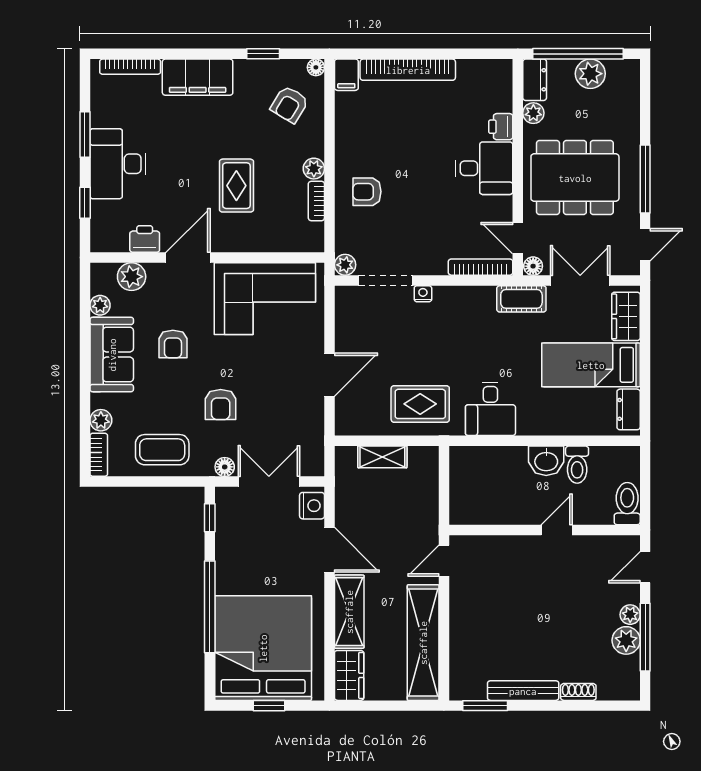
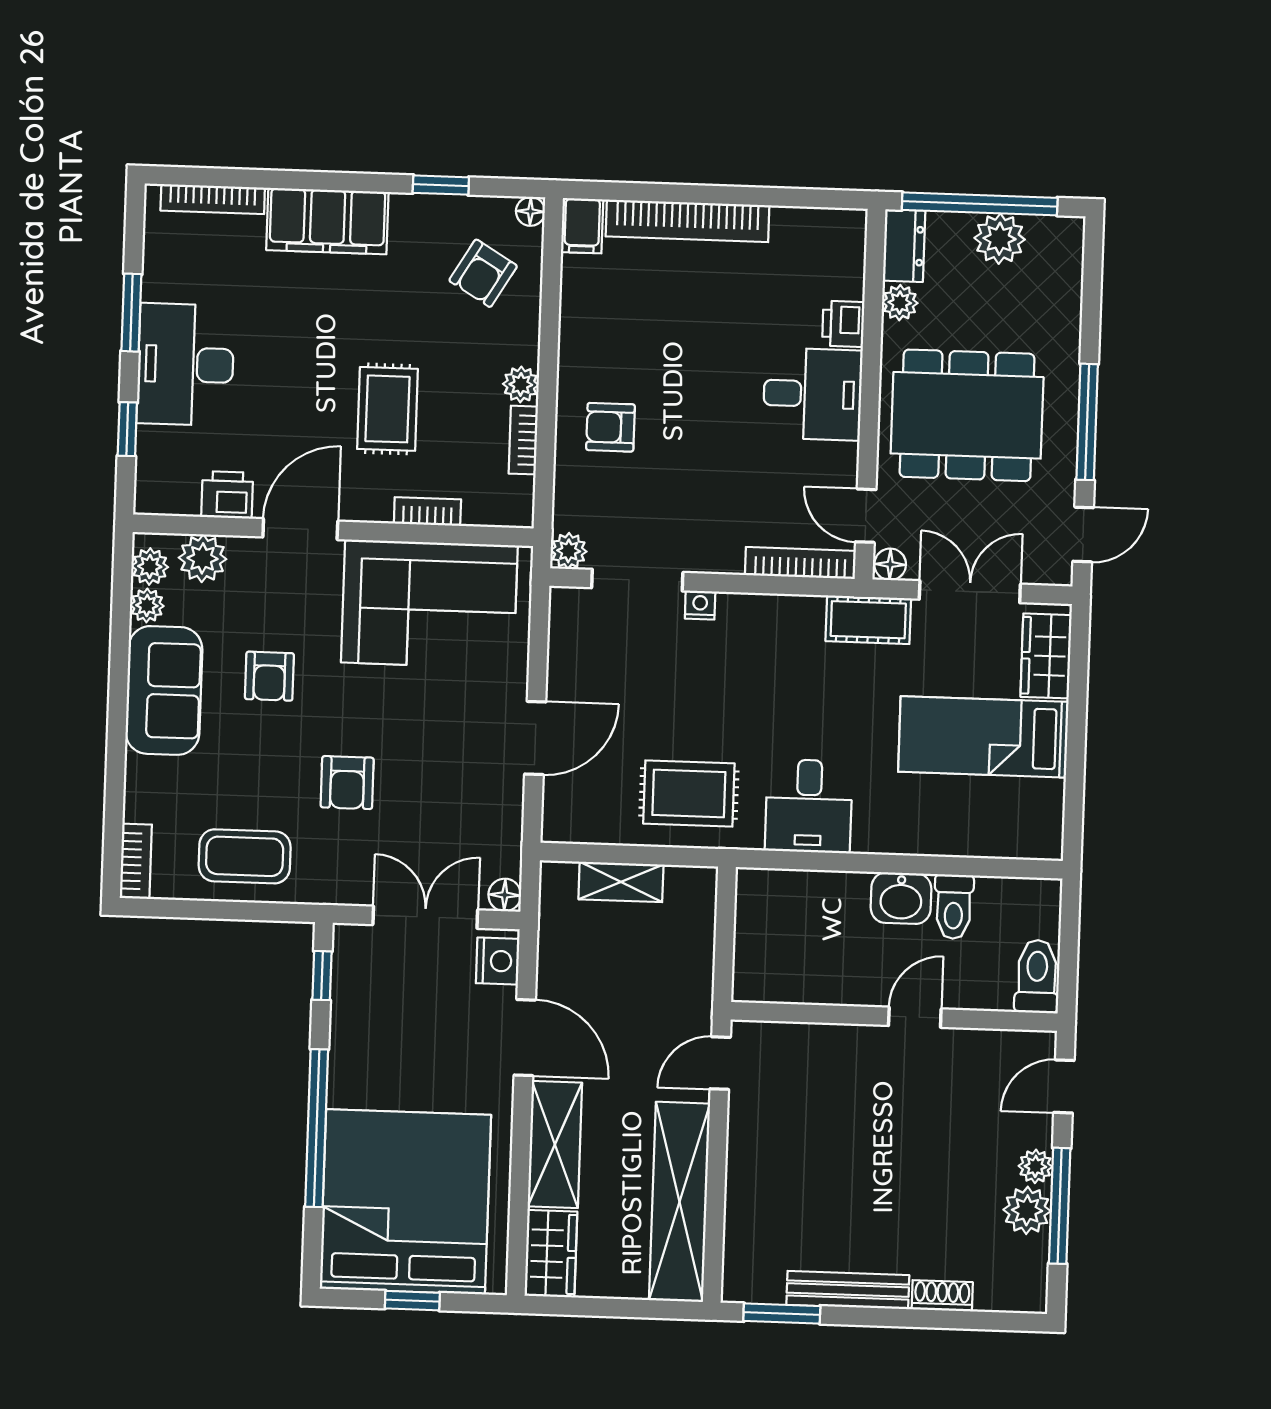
bookcase: (262, 245) -> (427, 511), added
dresser: (629, 409) -> (1045, 815), removed
plant: (101, 420) -> (150, 567), moved
floor lamp: (225, 467) -> (505, 895), moved

